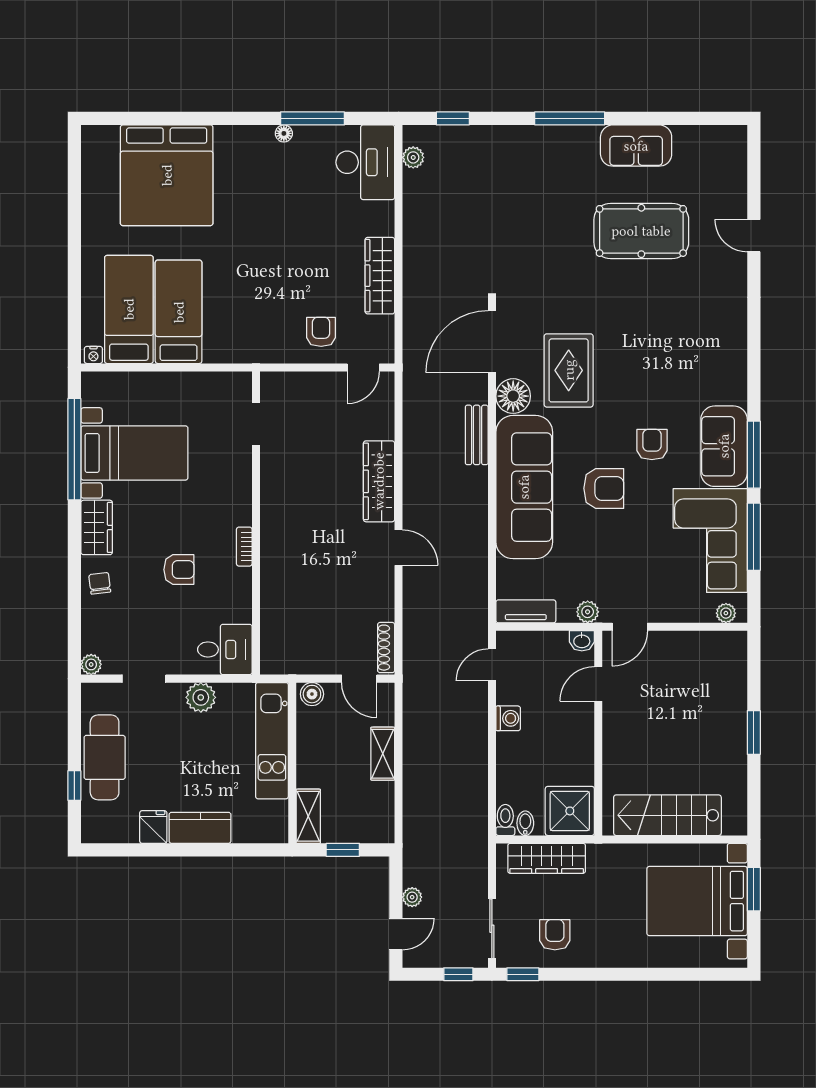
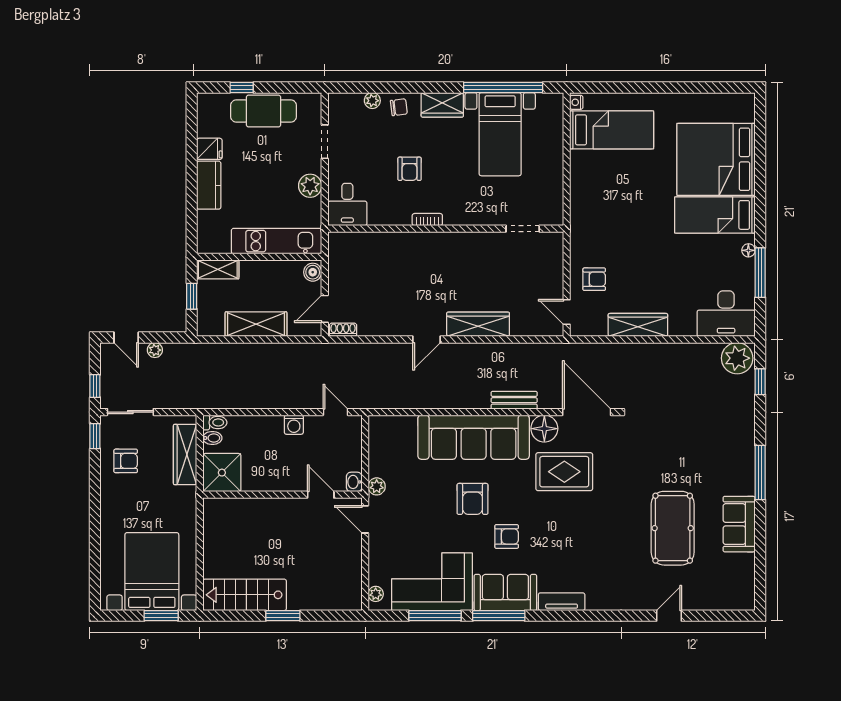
plant: (413, 157) -> (737, 358), width x1.87, depth x1.87
bed: (179, 312) -> (715, 215), moved, turned 180
tv unit: (526, 611) -> (562, 602), moved, turned -90
shoe rack: (386, 648) -> (343, 330), width x0.70
plant: (91, 664) -> (372, 101), moved
shelving: (383, 754) -> (256, 324), width x1.50, depth x1.33
stairs: (667, 815) -> (245, 595), moved, turned -90

